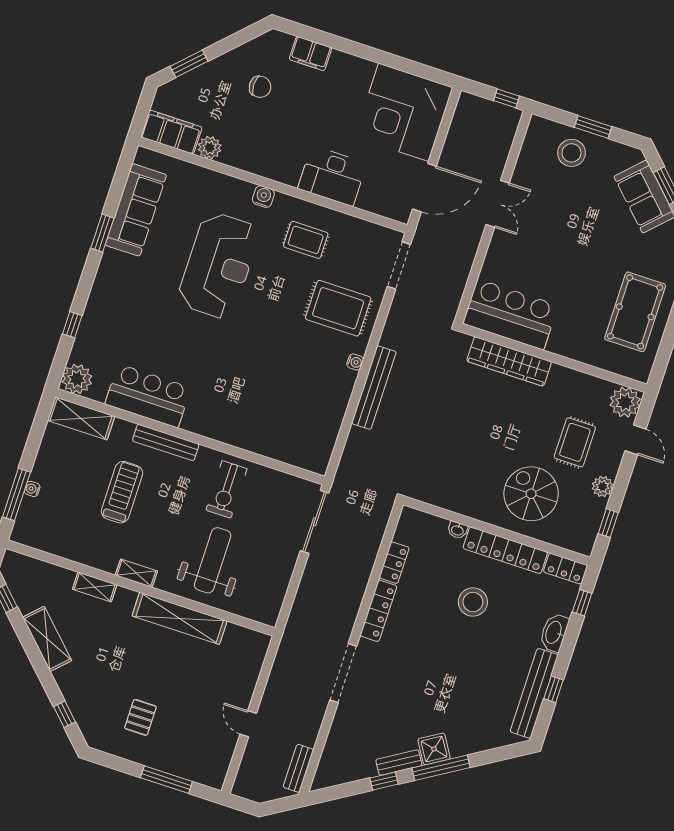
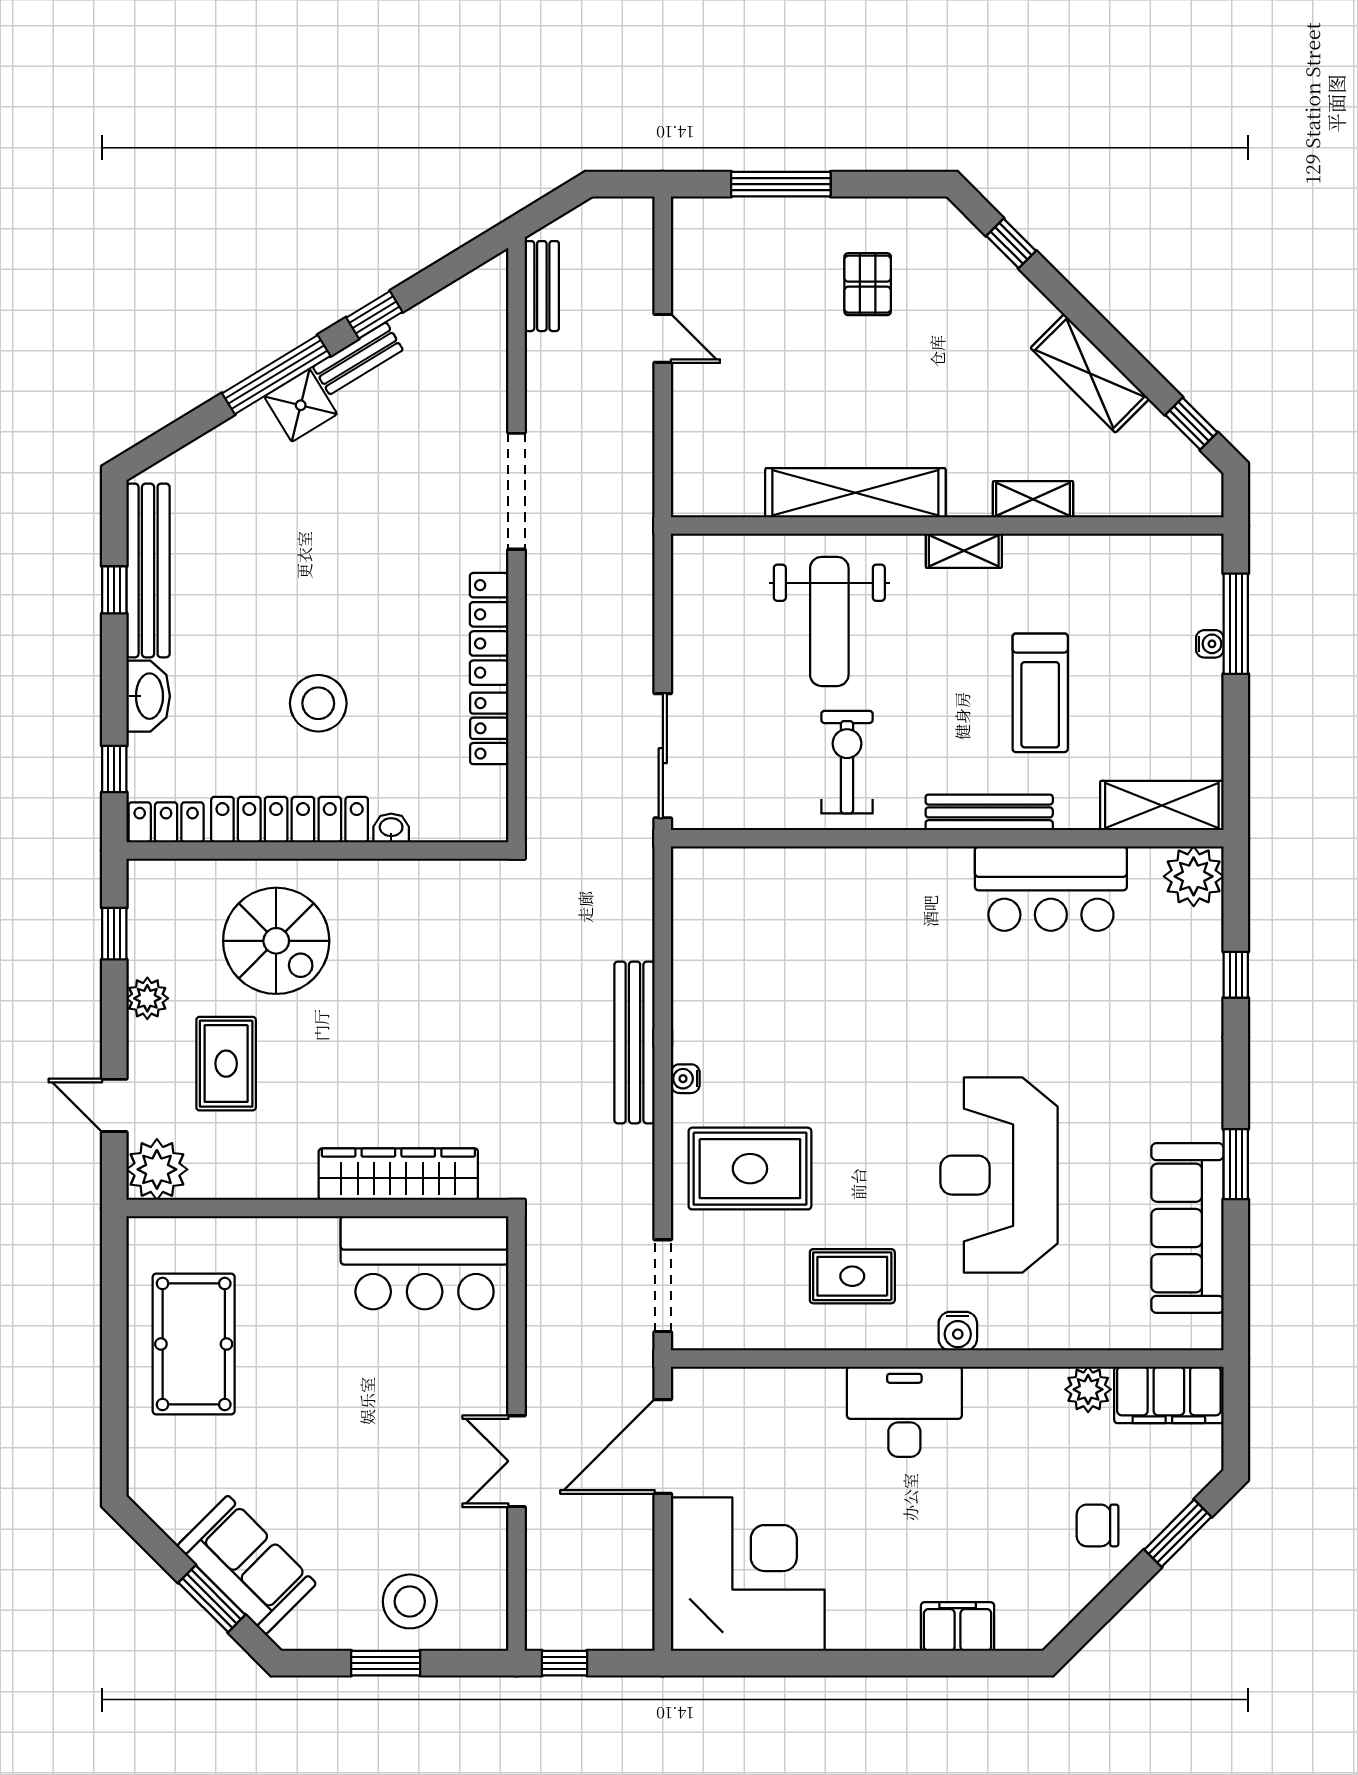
chair: (260, 87) -> (1098, 1525), moved
desk: (332, 176) -> (904, 1412), moved

